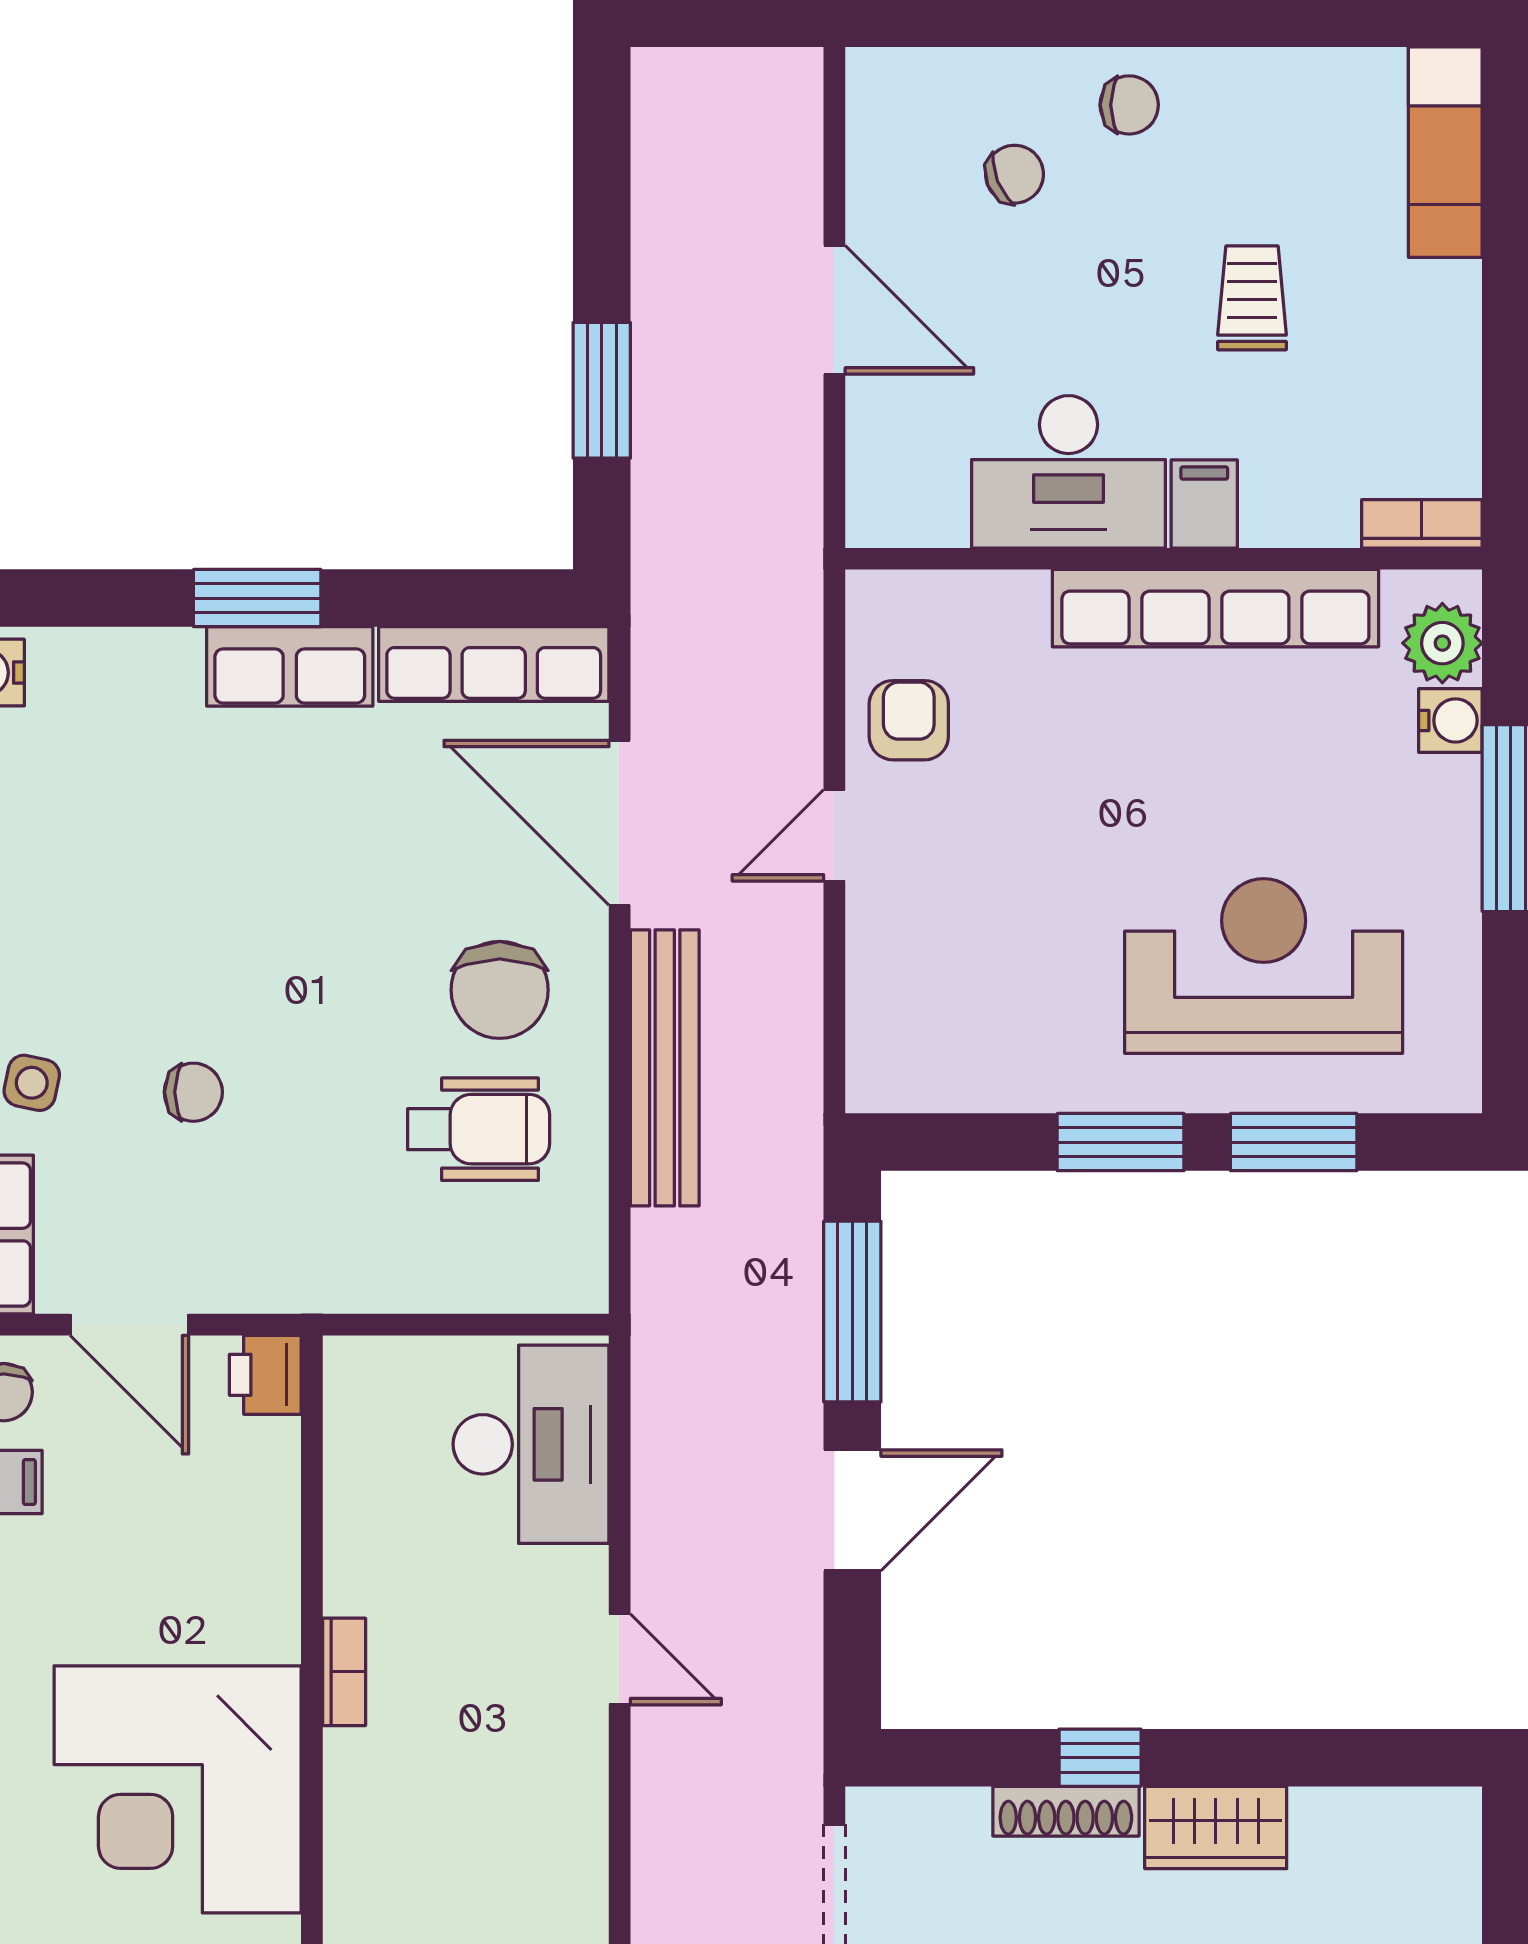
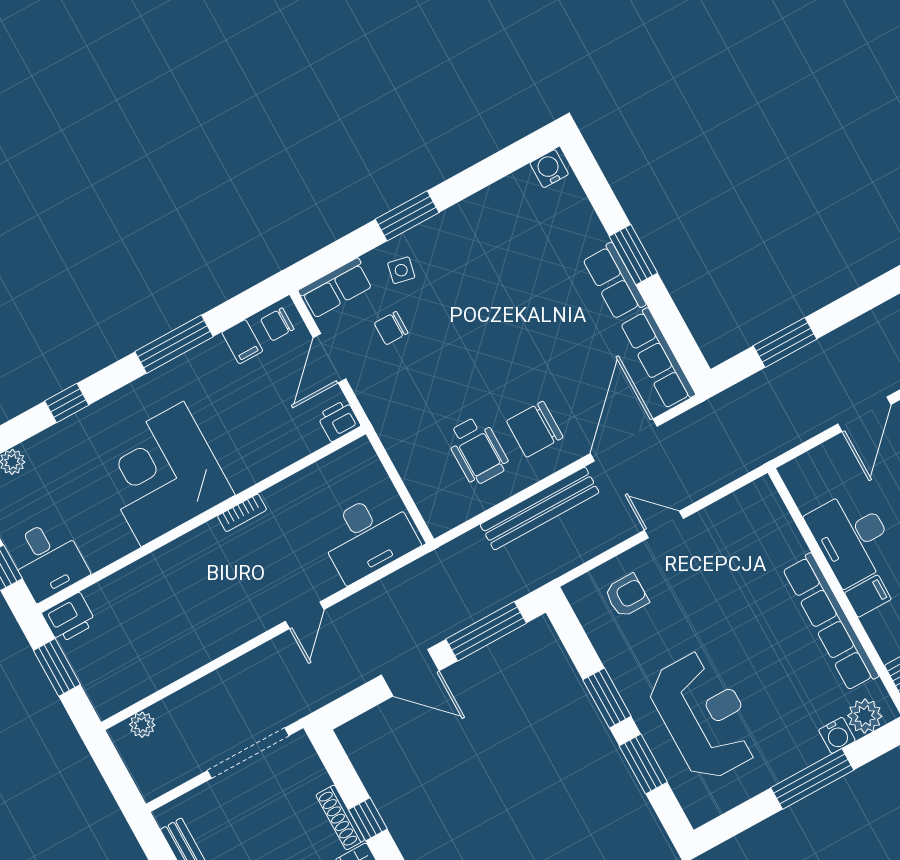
armchair: (909, 720) -> (627, 596), moved
chair: (193, 1092) -> (391, 328), moved, turned 90

